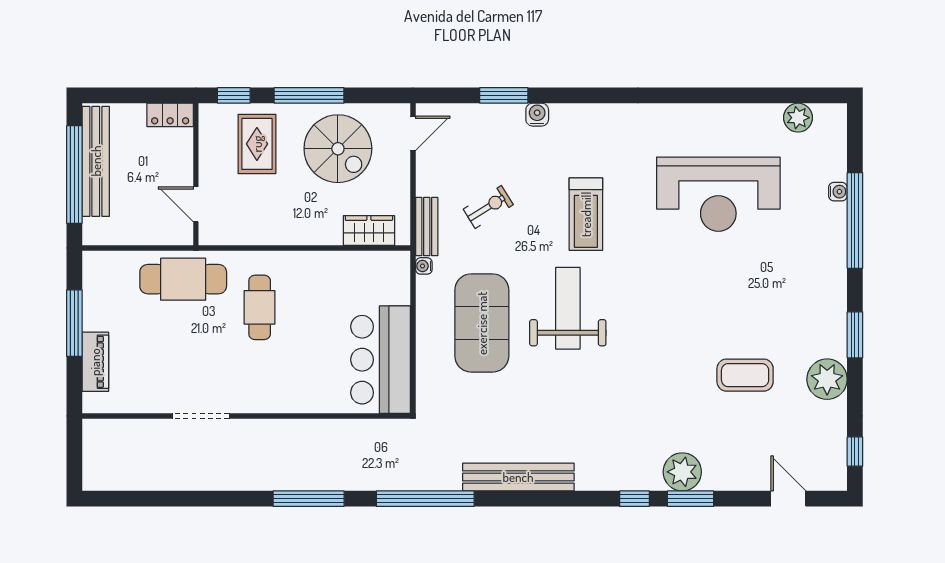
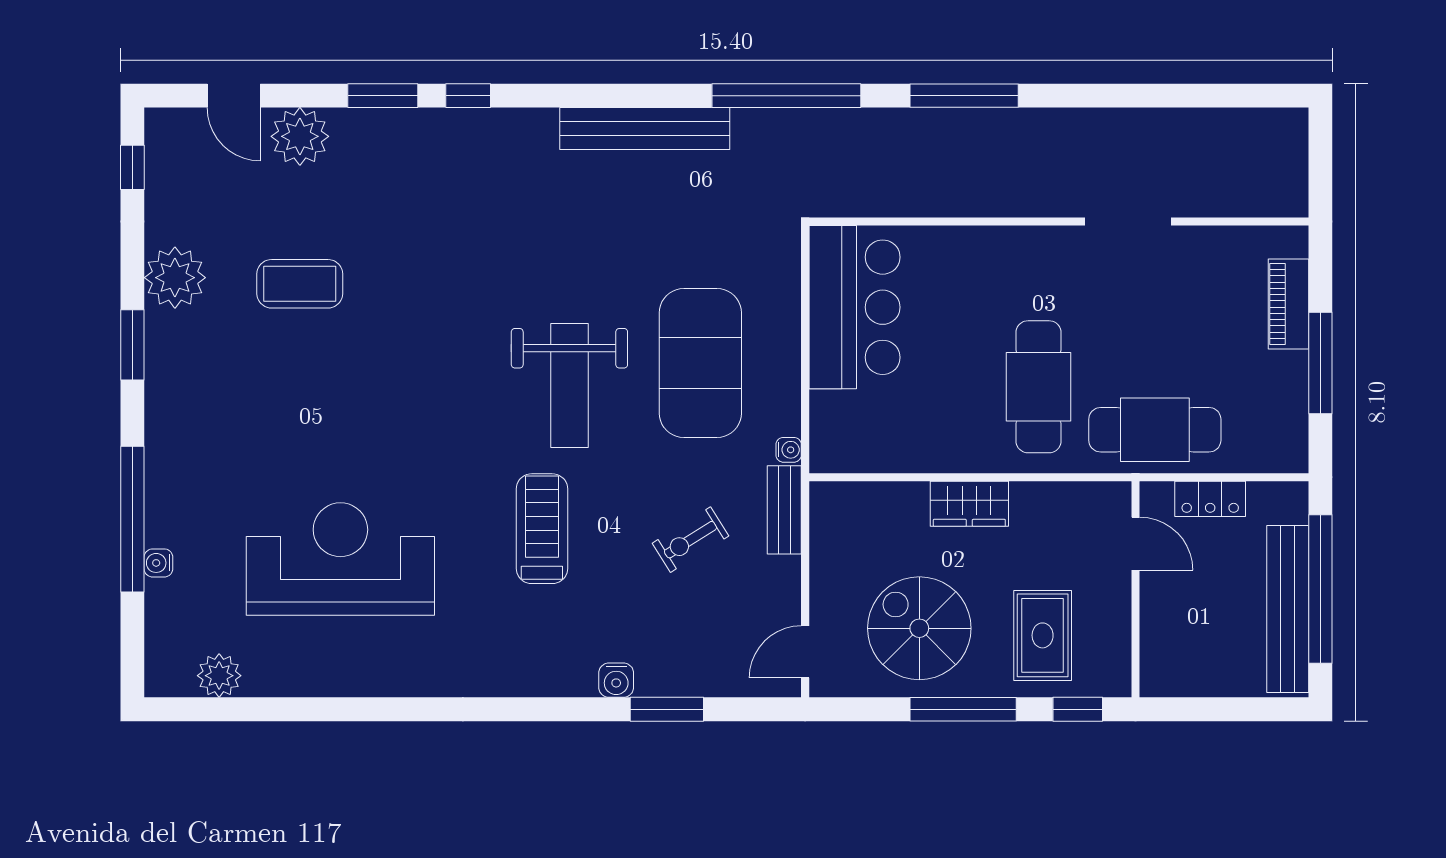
locker: (170, 115) -> (1210, 499), moved, turned 180
wardrobe: (369, 231) -> (969, 504), moved
cafe table: (260, 307) -> (1039, 387), width x1.37, depth x1.35
plant: (682, 472) -> (300, 136), moved

